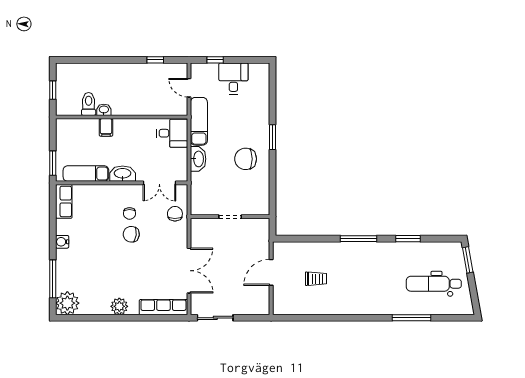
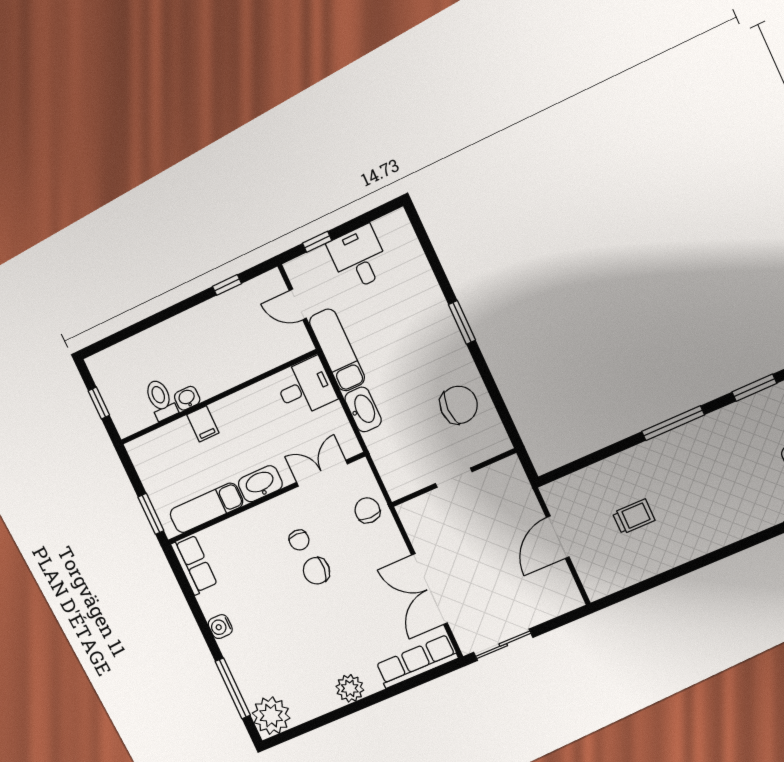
chair: (246, 159) -> (459, 405), moved, turned 180
double door: (159, 183) -> (322, 473), swing flipped
double door: (189, 271) -> (429, 589), swing flipped

